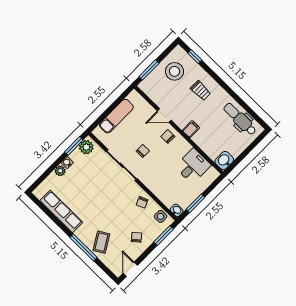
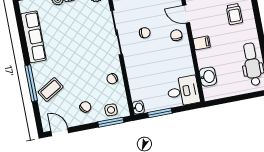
washbasin: (224, 161) -> (208, 77), moved, turned 90
desk: (193, 166) -> (183, 91), moved
side table: (161, 216) -> (111, 110), moved
door: (130, 269) -> (60, 132), hinge flipped

